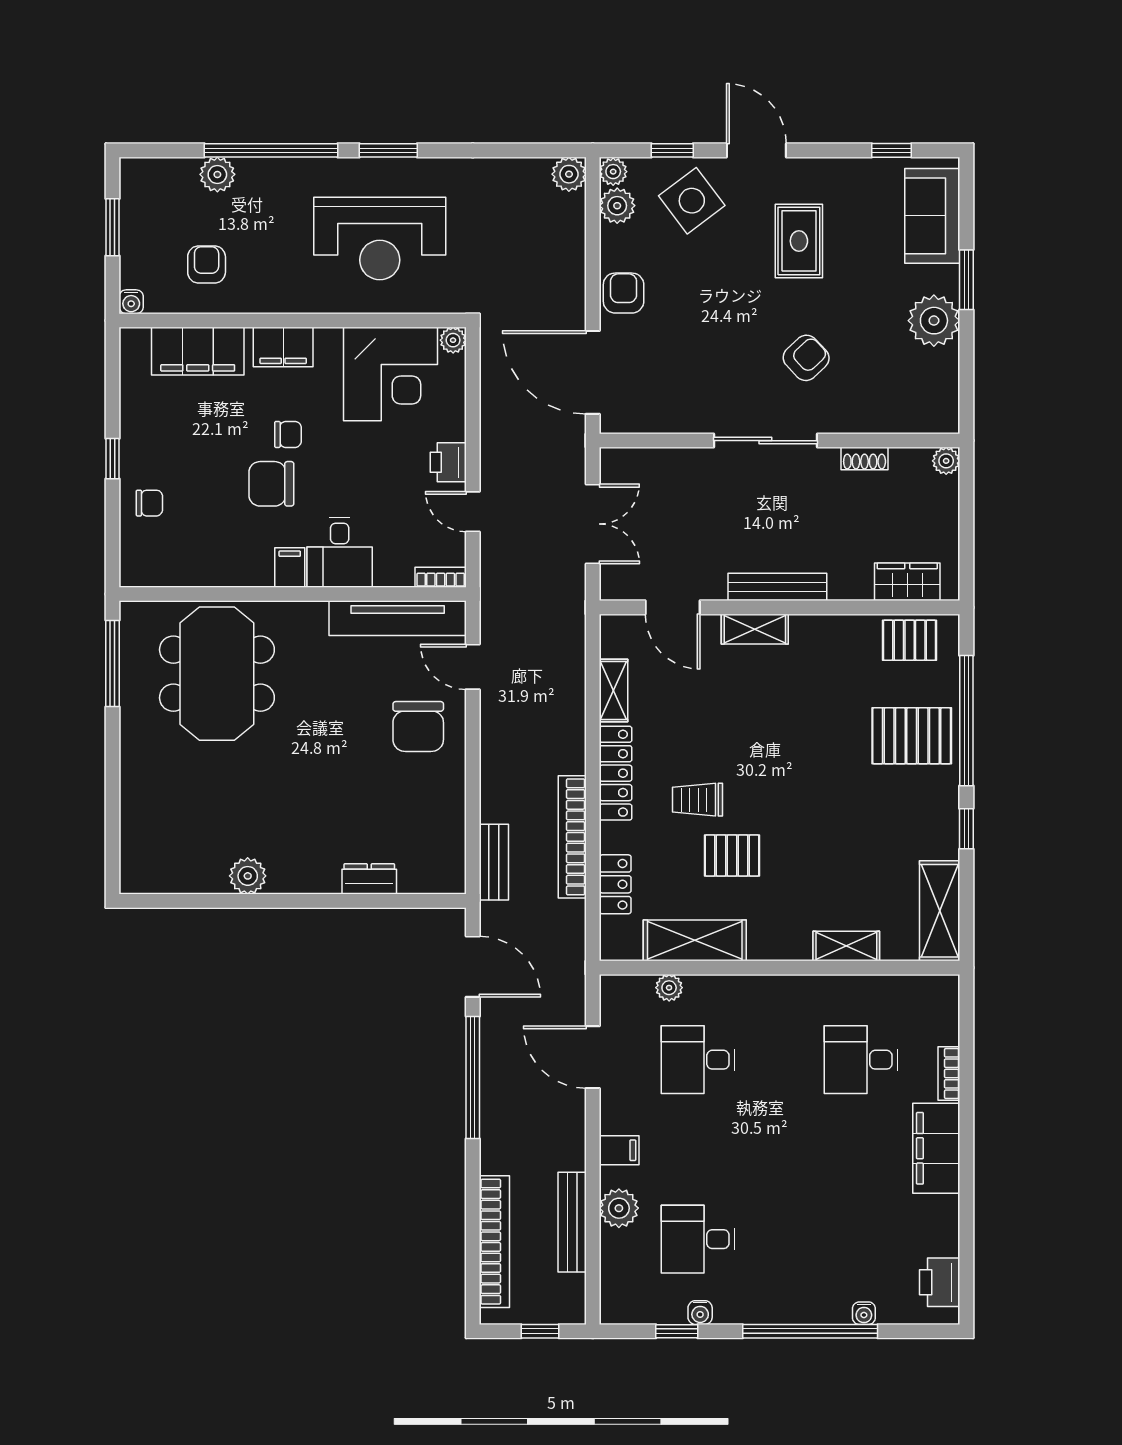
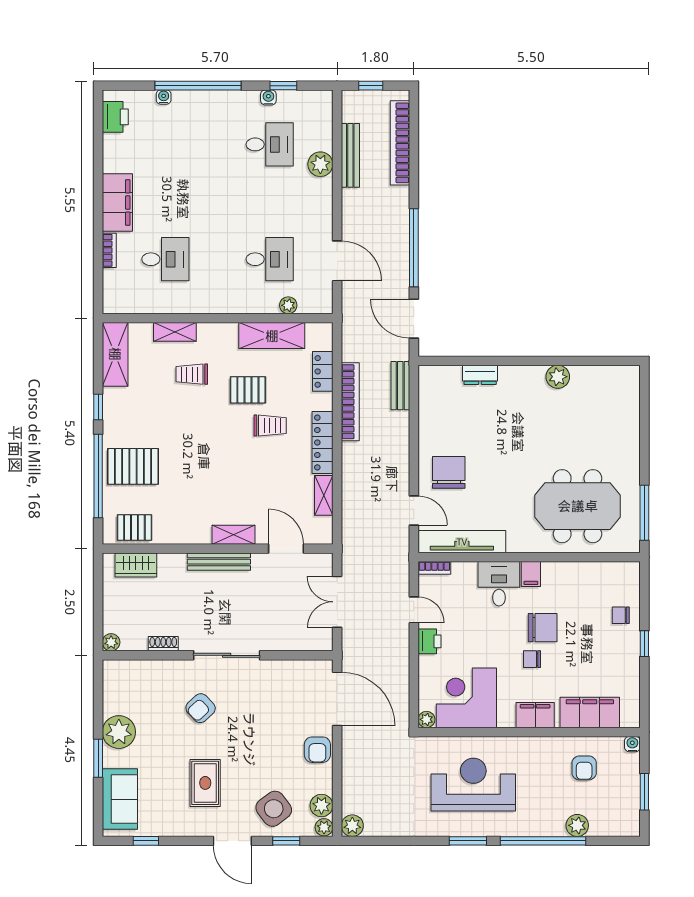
meeting table: (217, 674) -> (578, 506), turned 90
trolley: (820, 880) -> (192, 374), added
filing cabinet: (619, 1150) -> (320, 201), removed

